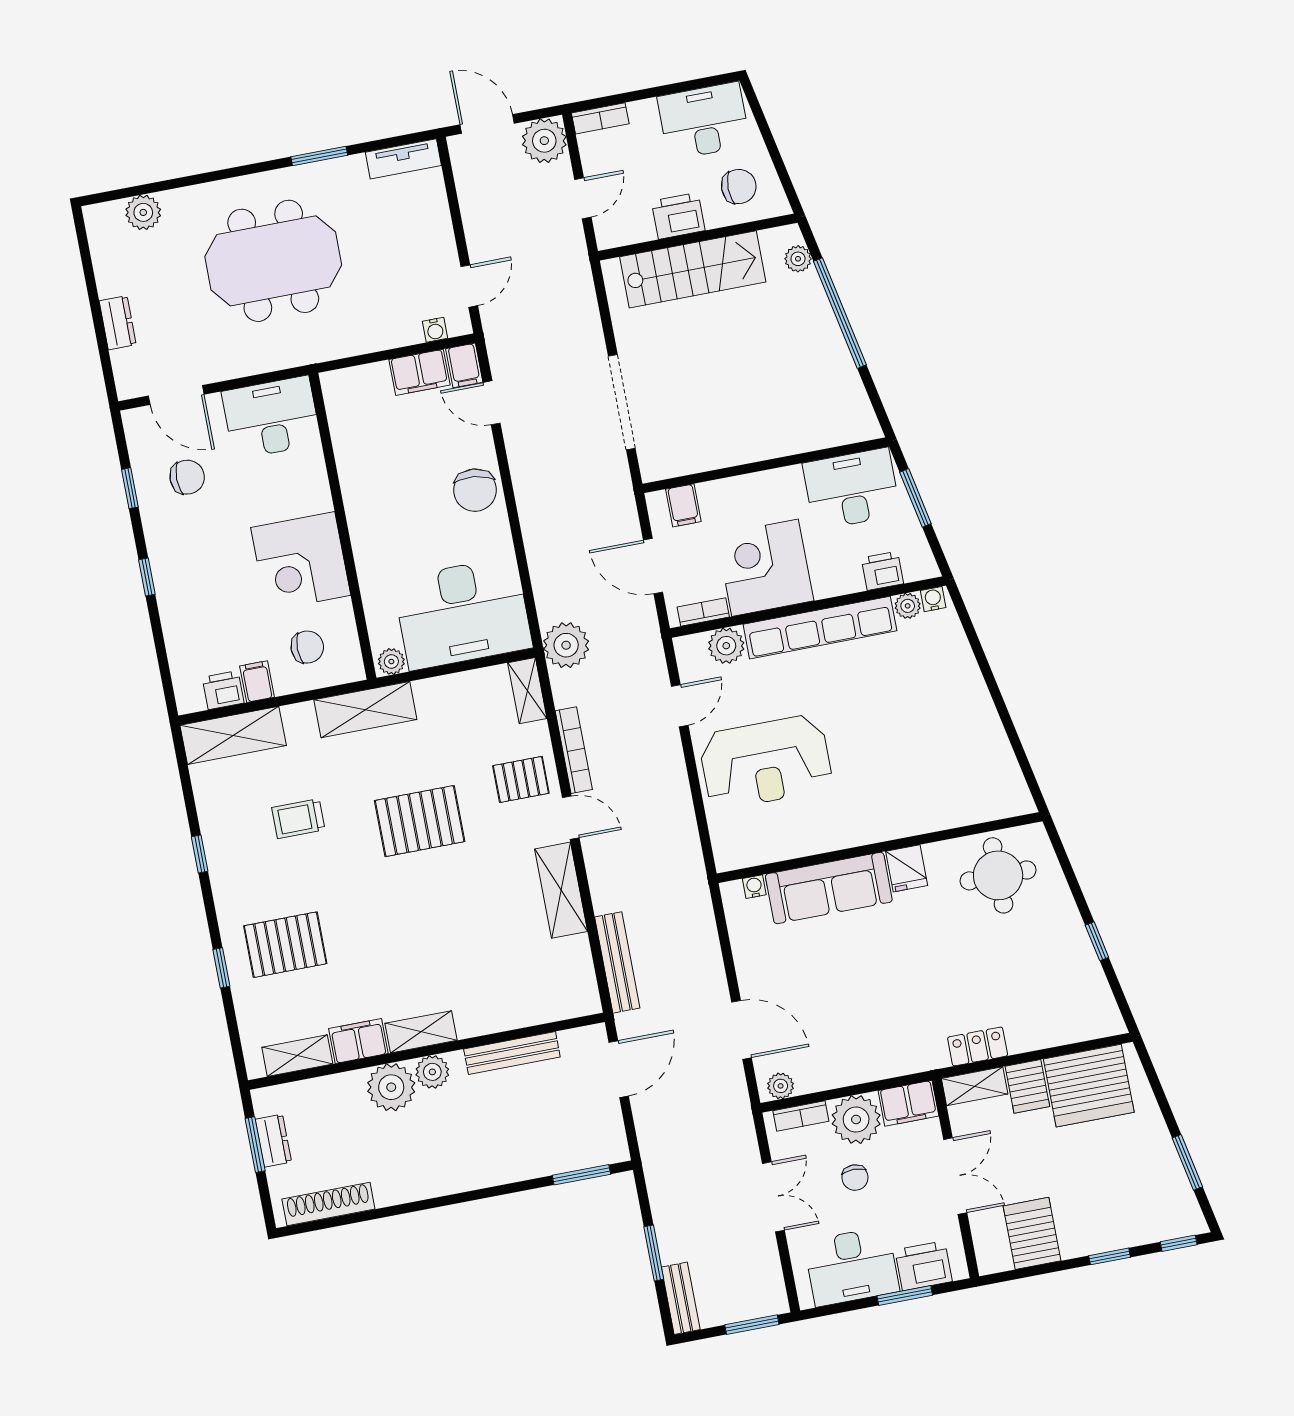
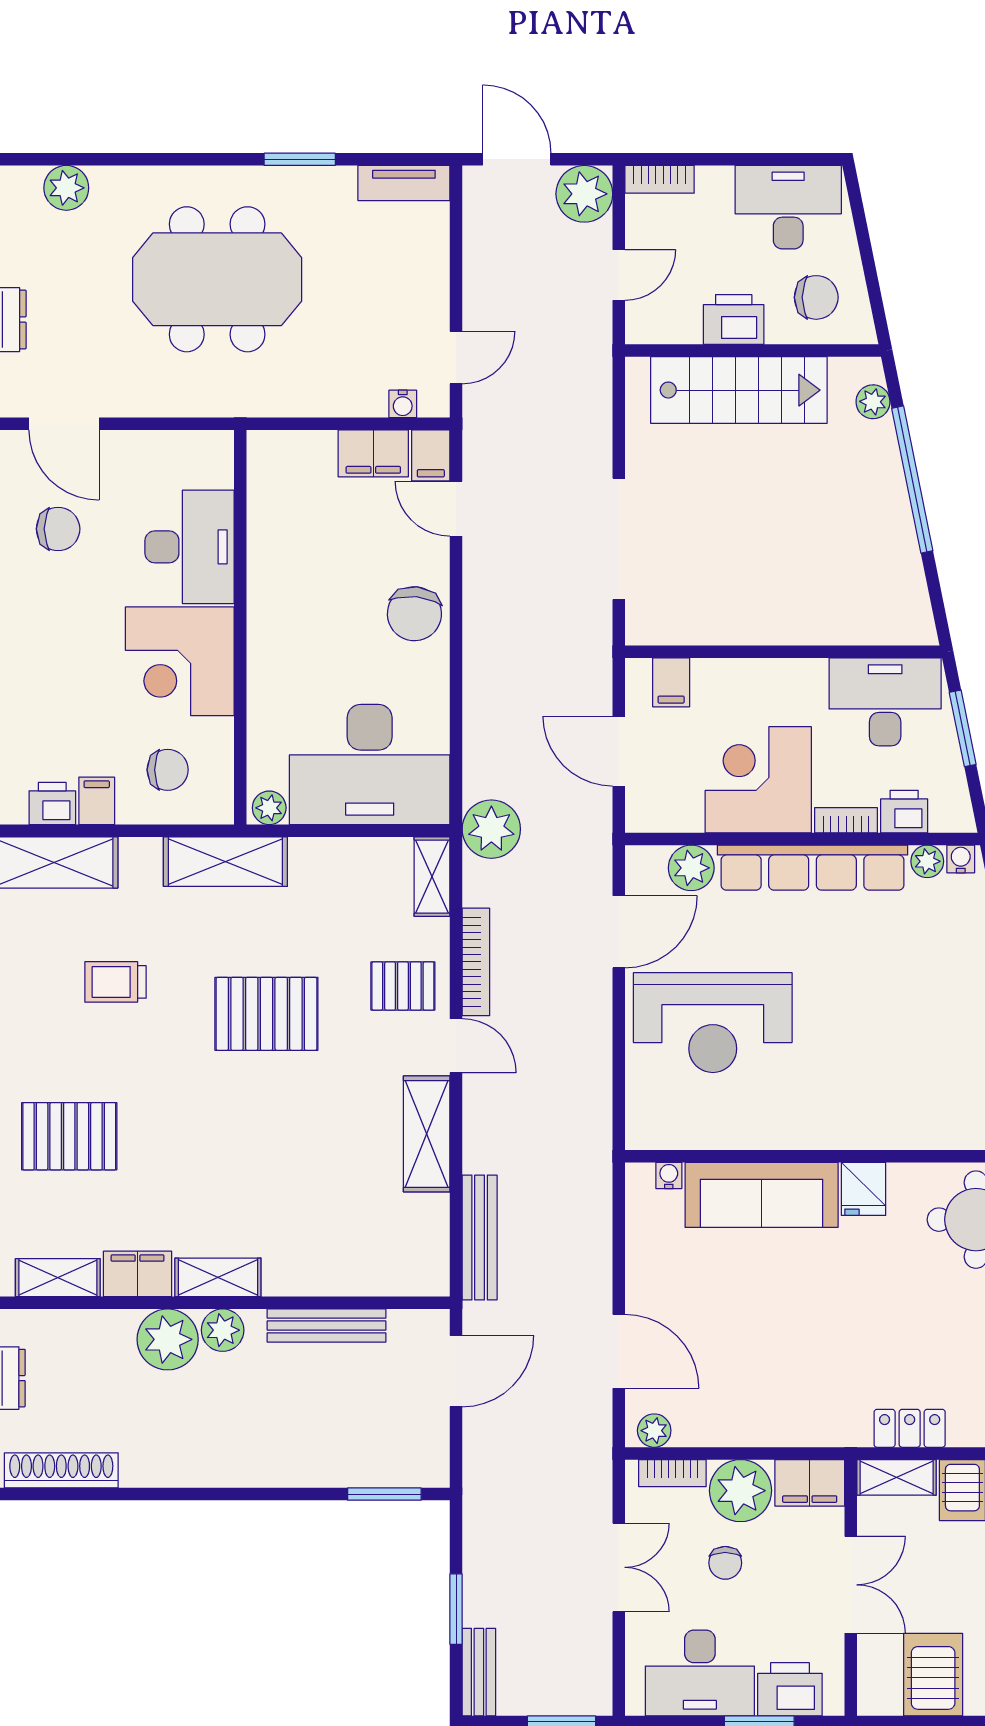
desk: (271, 418) -> (190, 547), moved, turned 90
bookcase: (703, 612) -> (846, 820), moved
door: (680, 706) -> (619, 932), width x1.38

